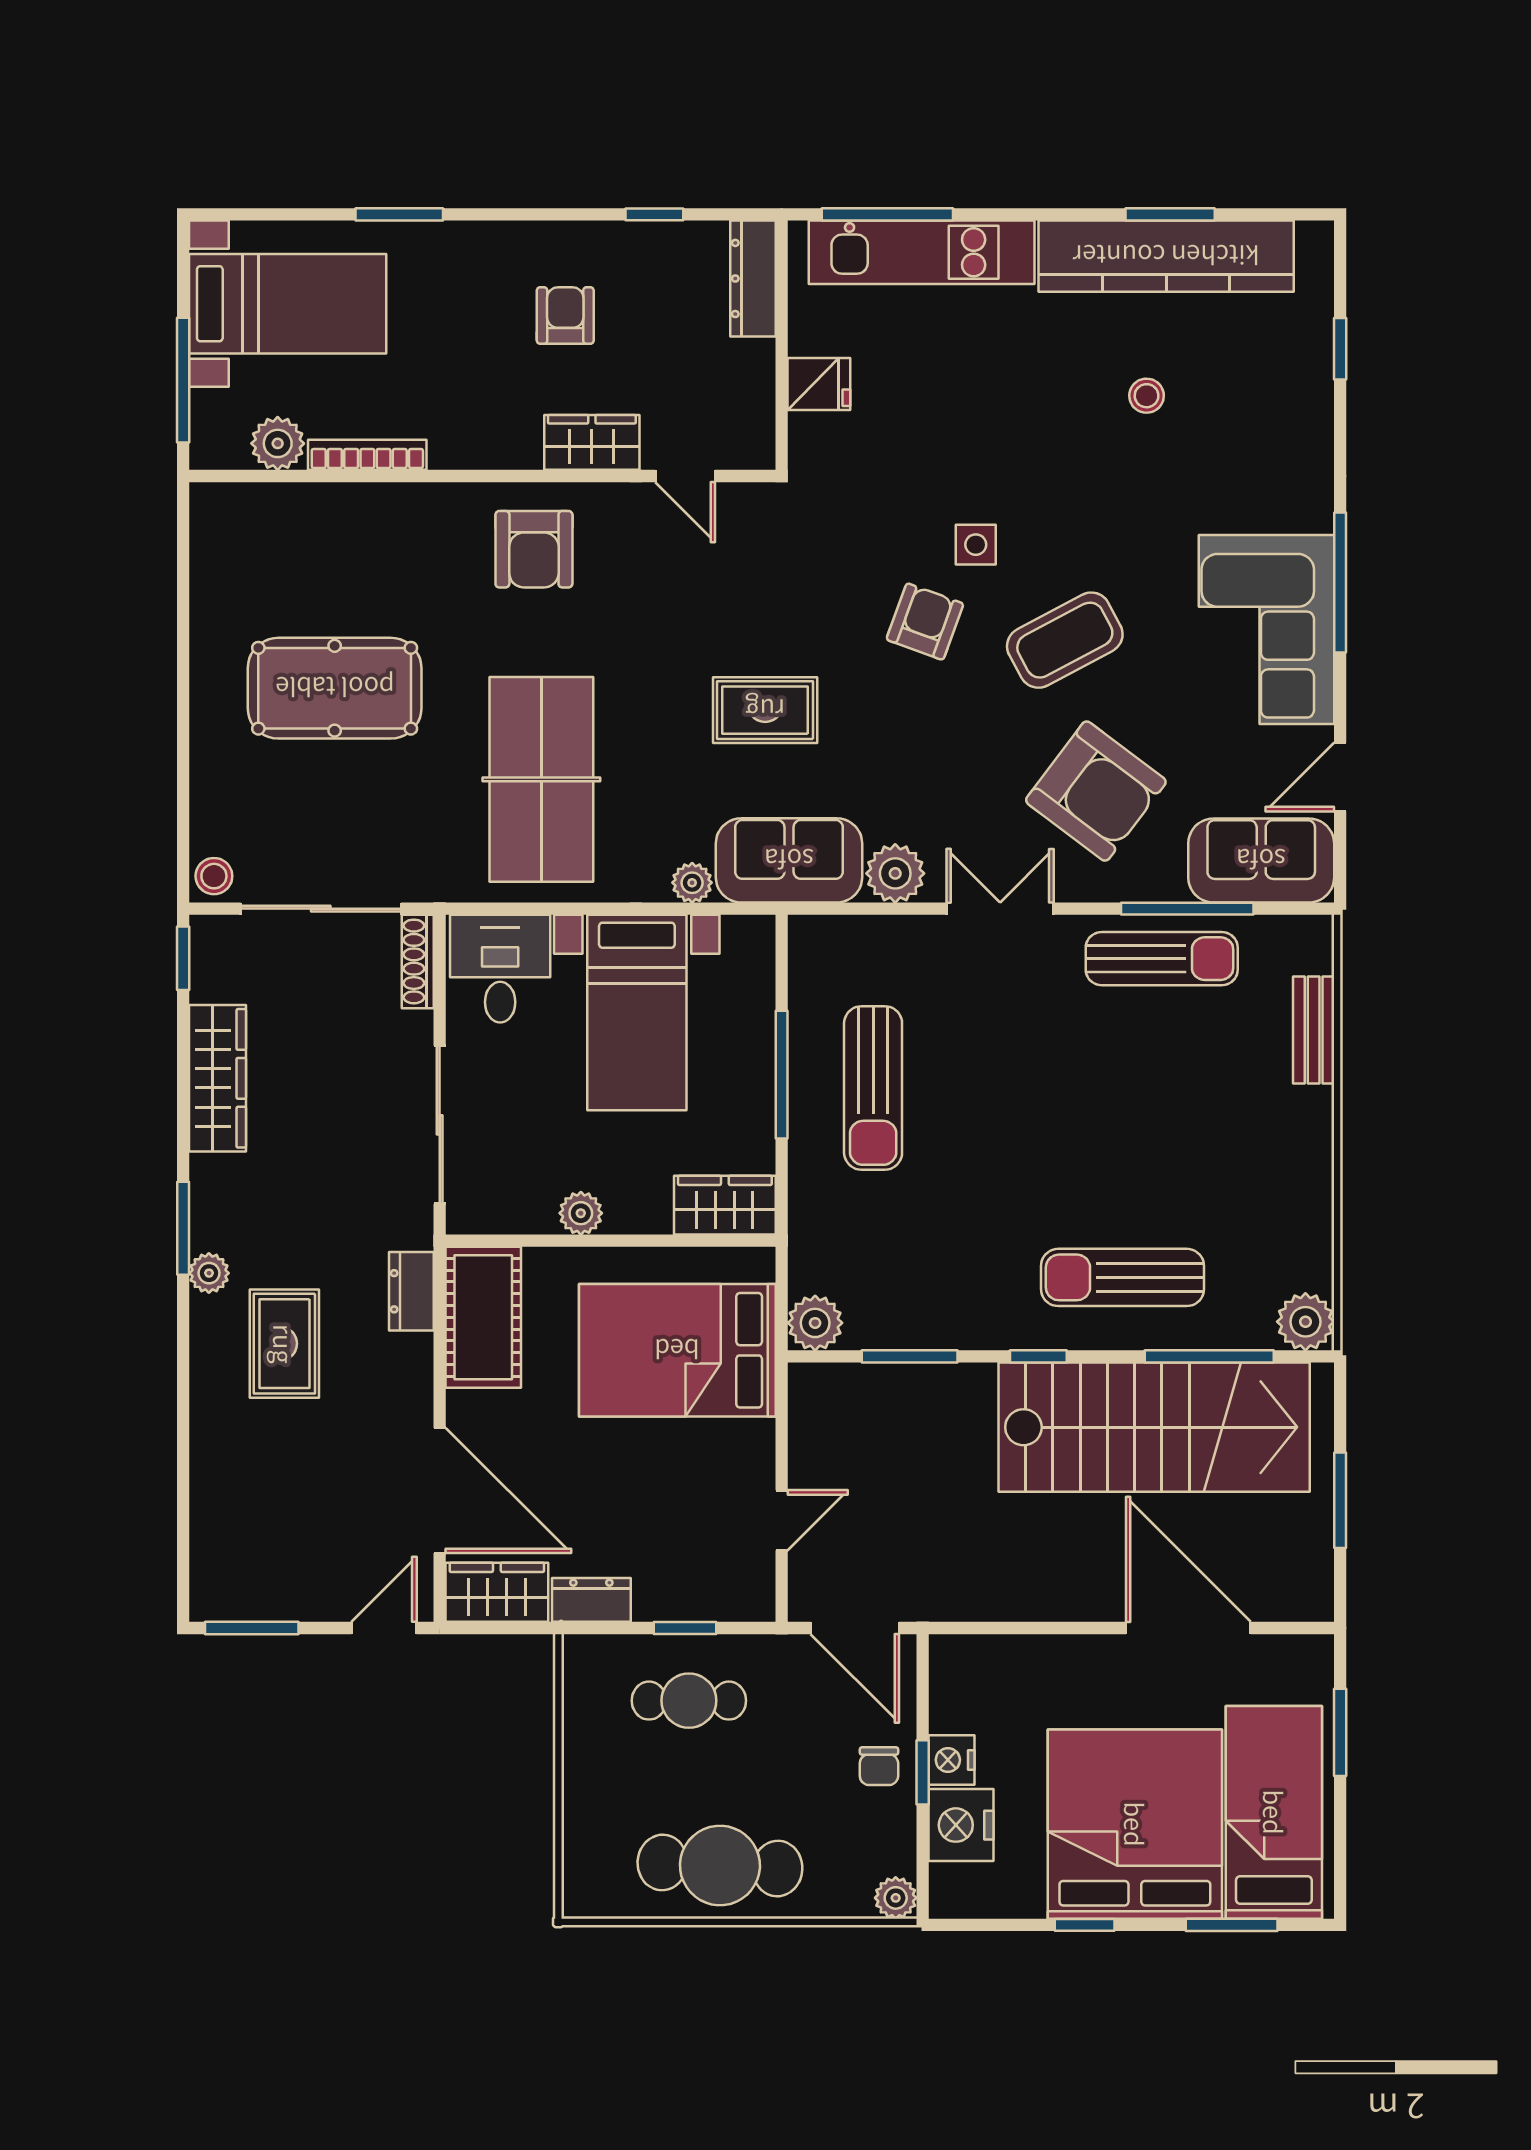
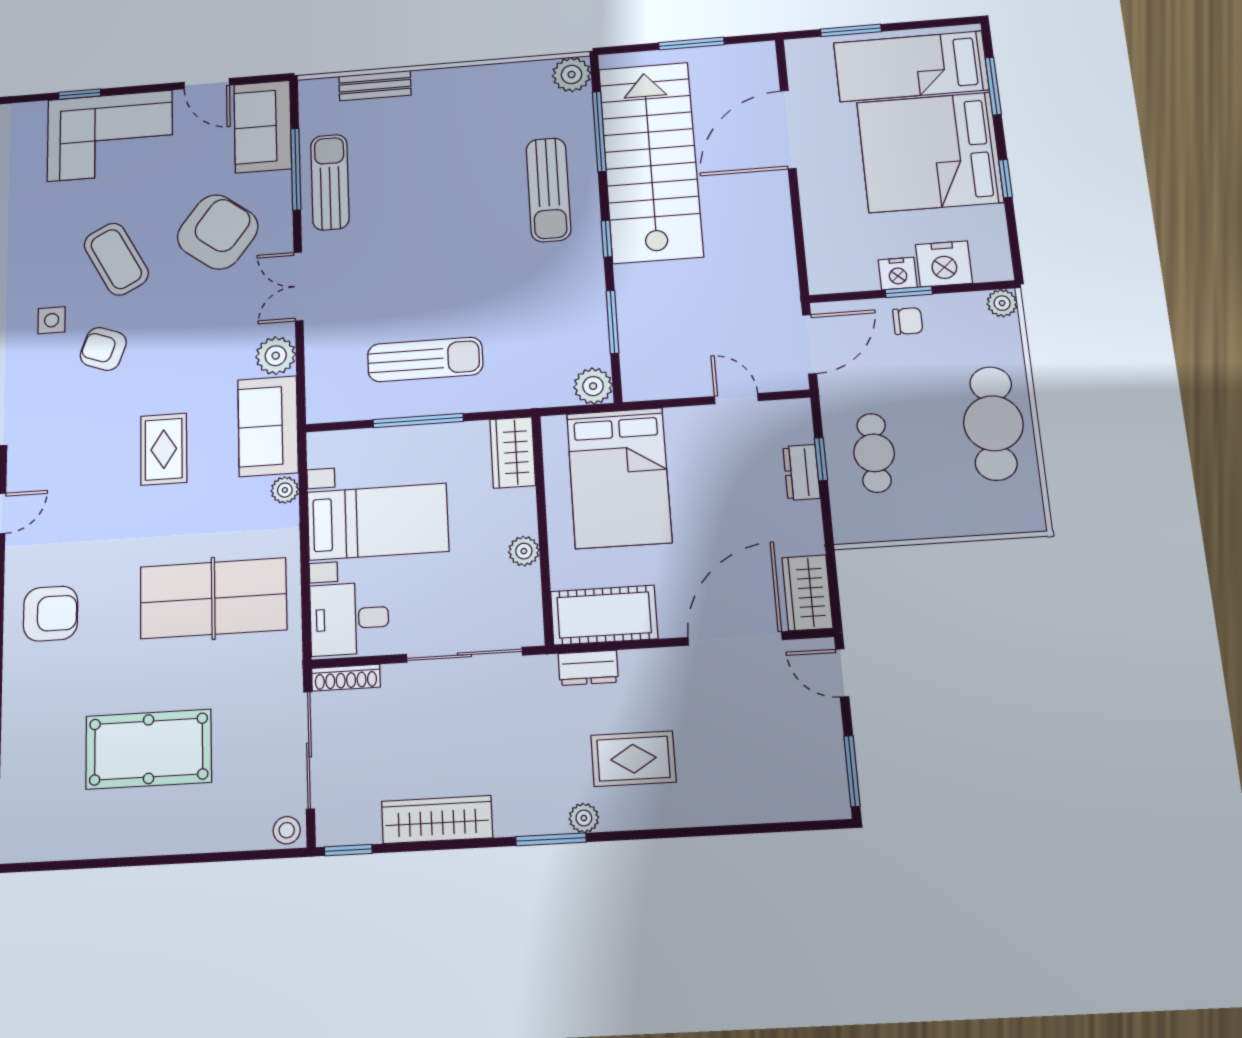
window: (1340, 583) -> (80, 94), width x0.46
pool table: (335, 688) -> (149, 749), turned 90
dresser: (591, 1600) -> (801, 472), moved

